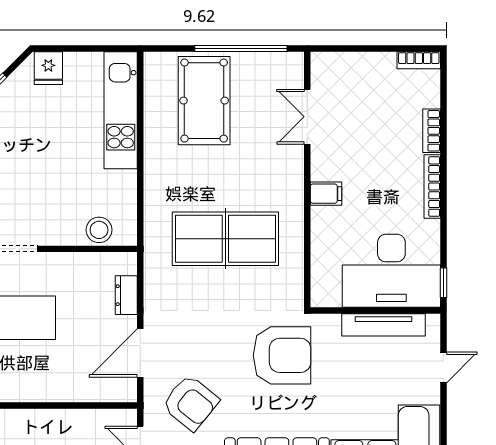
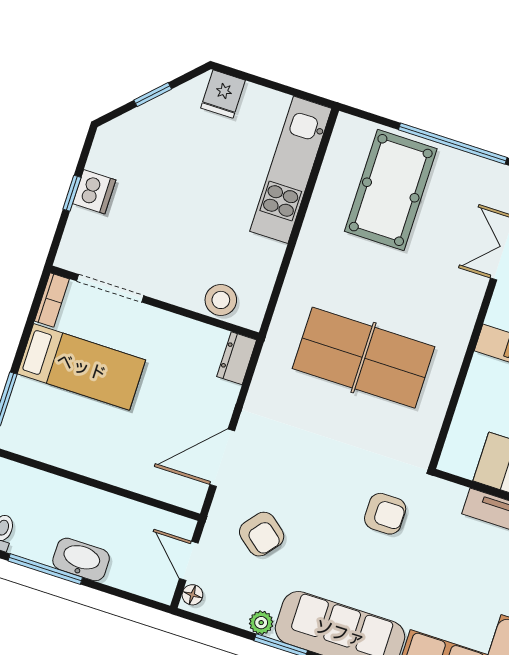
dresser: (126, 295) -> (237, 358), moved
armchair: (282, 355) -> (385, 514), width x0.53, depth x0.53
armchair: (190, 403) -> (262, 534), width x0.72, depth x0.72

